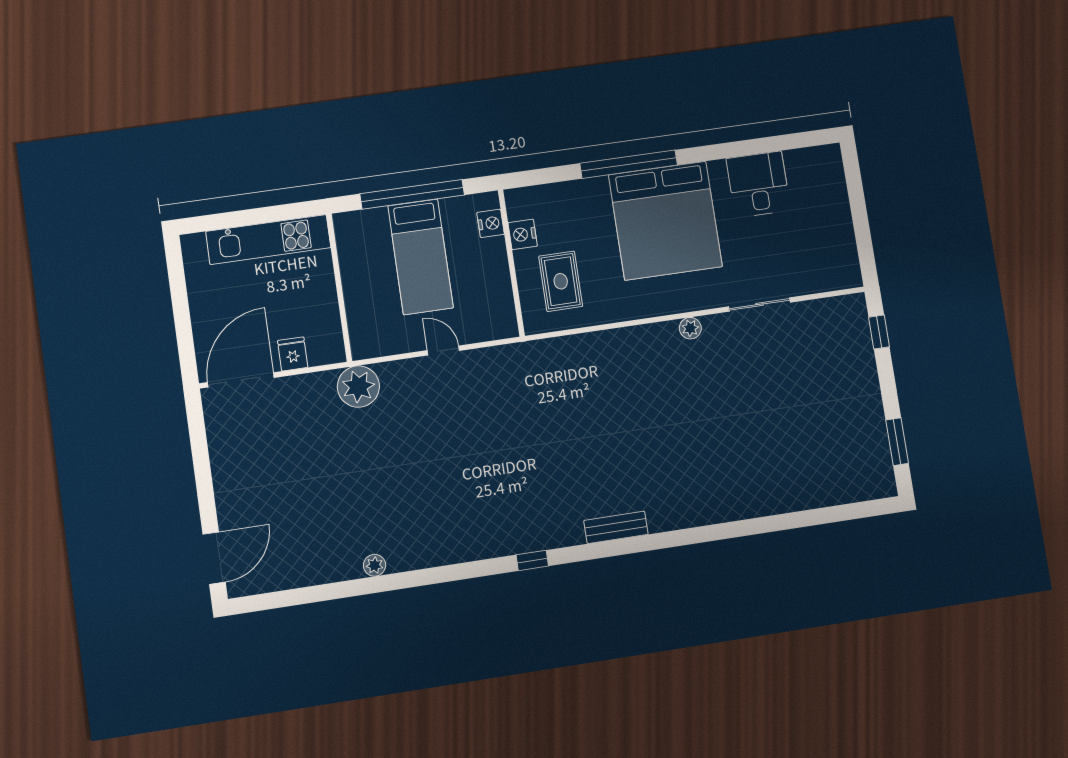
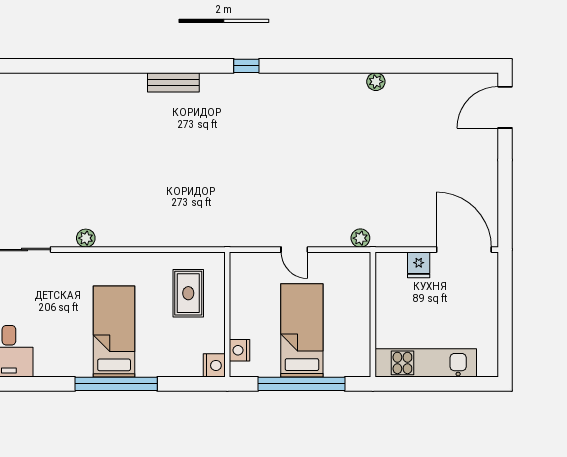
bed: (665, 221) -> (114, 332), width x0.49
nightstand: (523, 234) -> (214, 365), moved
door: (241, 380) -> (464, 250), swing flipped
plant: (358, 387) -> (360, 238), width x0.53, depth x0.53

